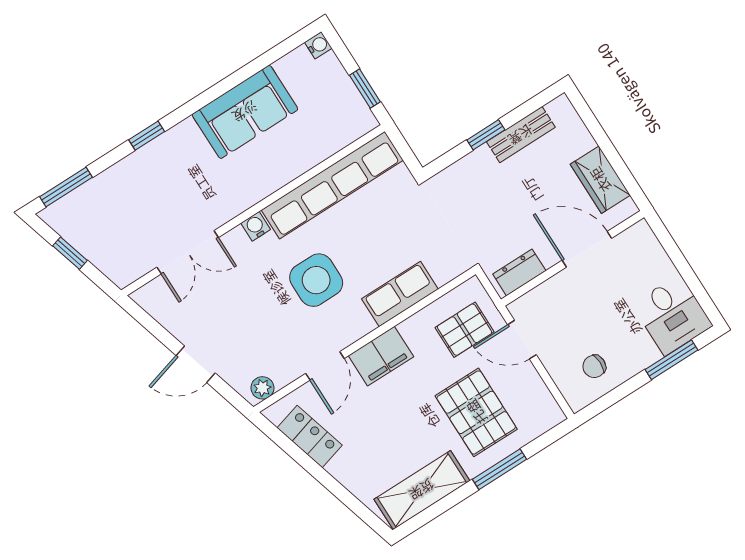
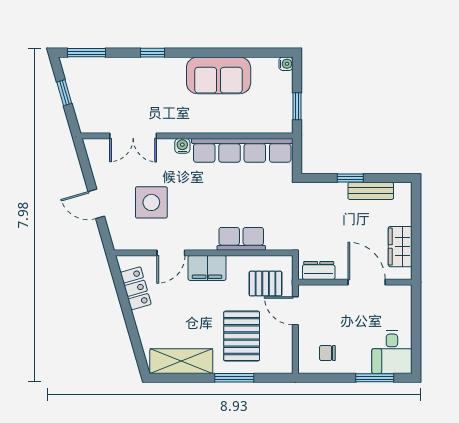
side table: (316, 280) -> (151, 202), moved
plant: (262, 388) -> (126, 242), removed

